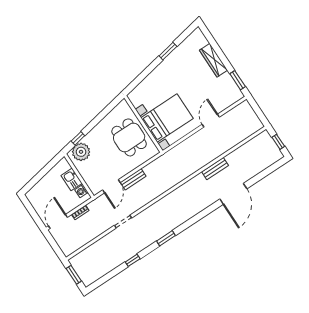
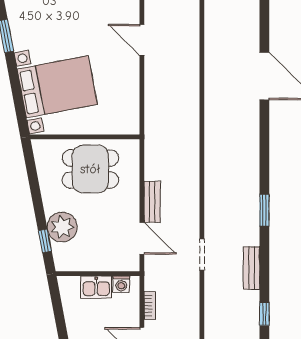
bed with nightstands: (167, 118) -> (57, 87), moved, turned 79
plant: (81, 152) -> (62, 227), moved
bench: (215, 169) -> (251, 268), moved
window: (133, 260) -> (264, 314), moved

